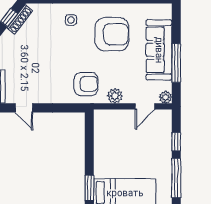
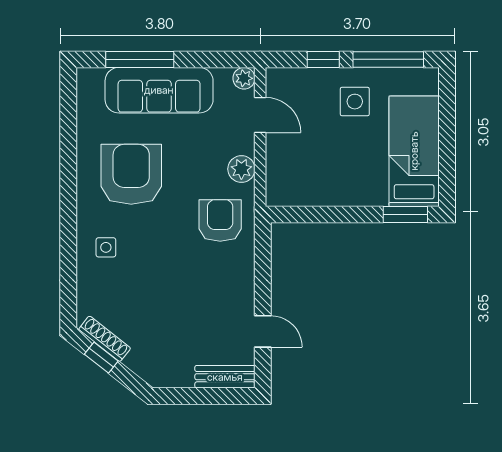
window: (176, 63) -> (140, 59), moved
door: (24, 108) -> (263, 331), hinge flipped
side table: (153, 159) -> (355, 102), added

